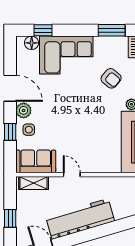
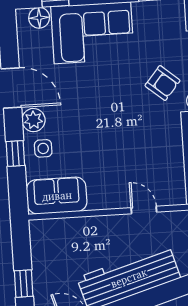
armchair: (111, 78) -> (163, 83), moved
door: (72, 175) -> (144, 210), moved
shelving: (34, 183) -> (55, 228), removed

